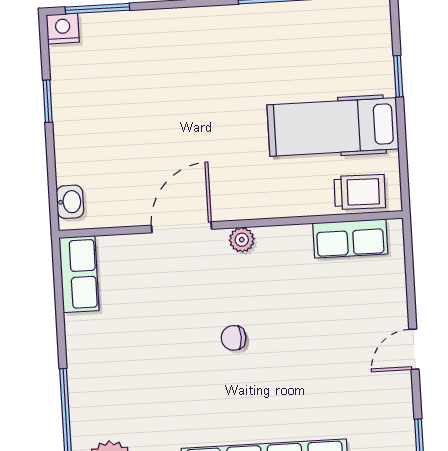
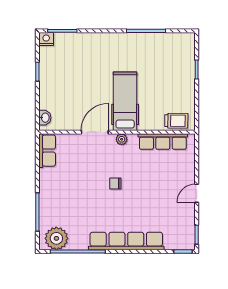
hospital bed: (333, 127) -> (125, 101), moved, turned 90
row of seats: (350, 238) -> (163, 142), width x1.48

